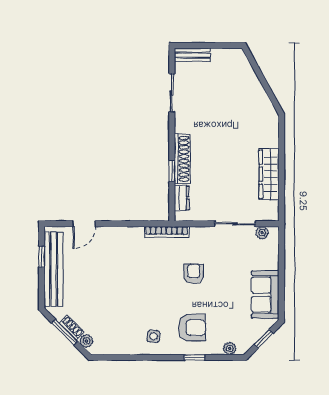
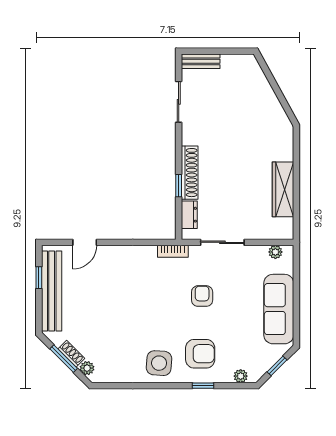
sliding door: (235, 224) -> (222, 242), moved
bookcase: (166, 232) -> (173, 251), width x0.64
sofa: (265, 295) -> (279, 309), width x1.36
side table: (154, 336) -> (159, 363), width x1.87, depth x1.87

